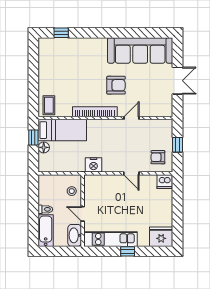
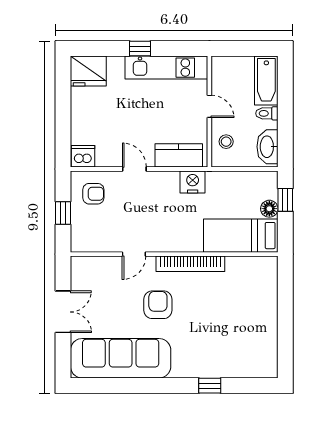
window: (61, 33) -> (210, 386), moved
double door: (178, 81) -> (63, 312), swing flipped
armchair: (116, 85) -> (158, 305), turned 90
coffee table: (49, 105) -> (261, 274), removed
window: (33, 138) -> (285, 200), moved
kitchen counter: (102, 182) -> (179, 155), added
washbasin: (75, 235) -> (267, 147), moved, turned 180

